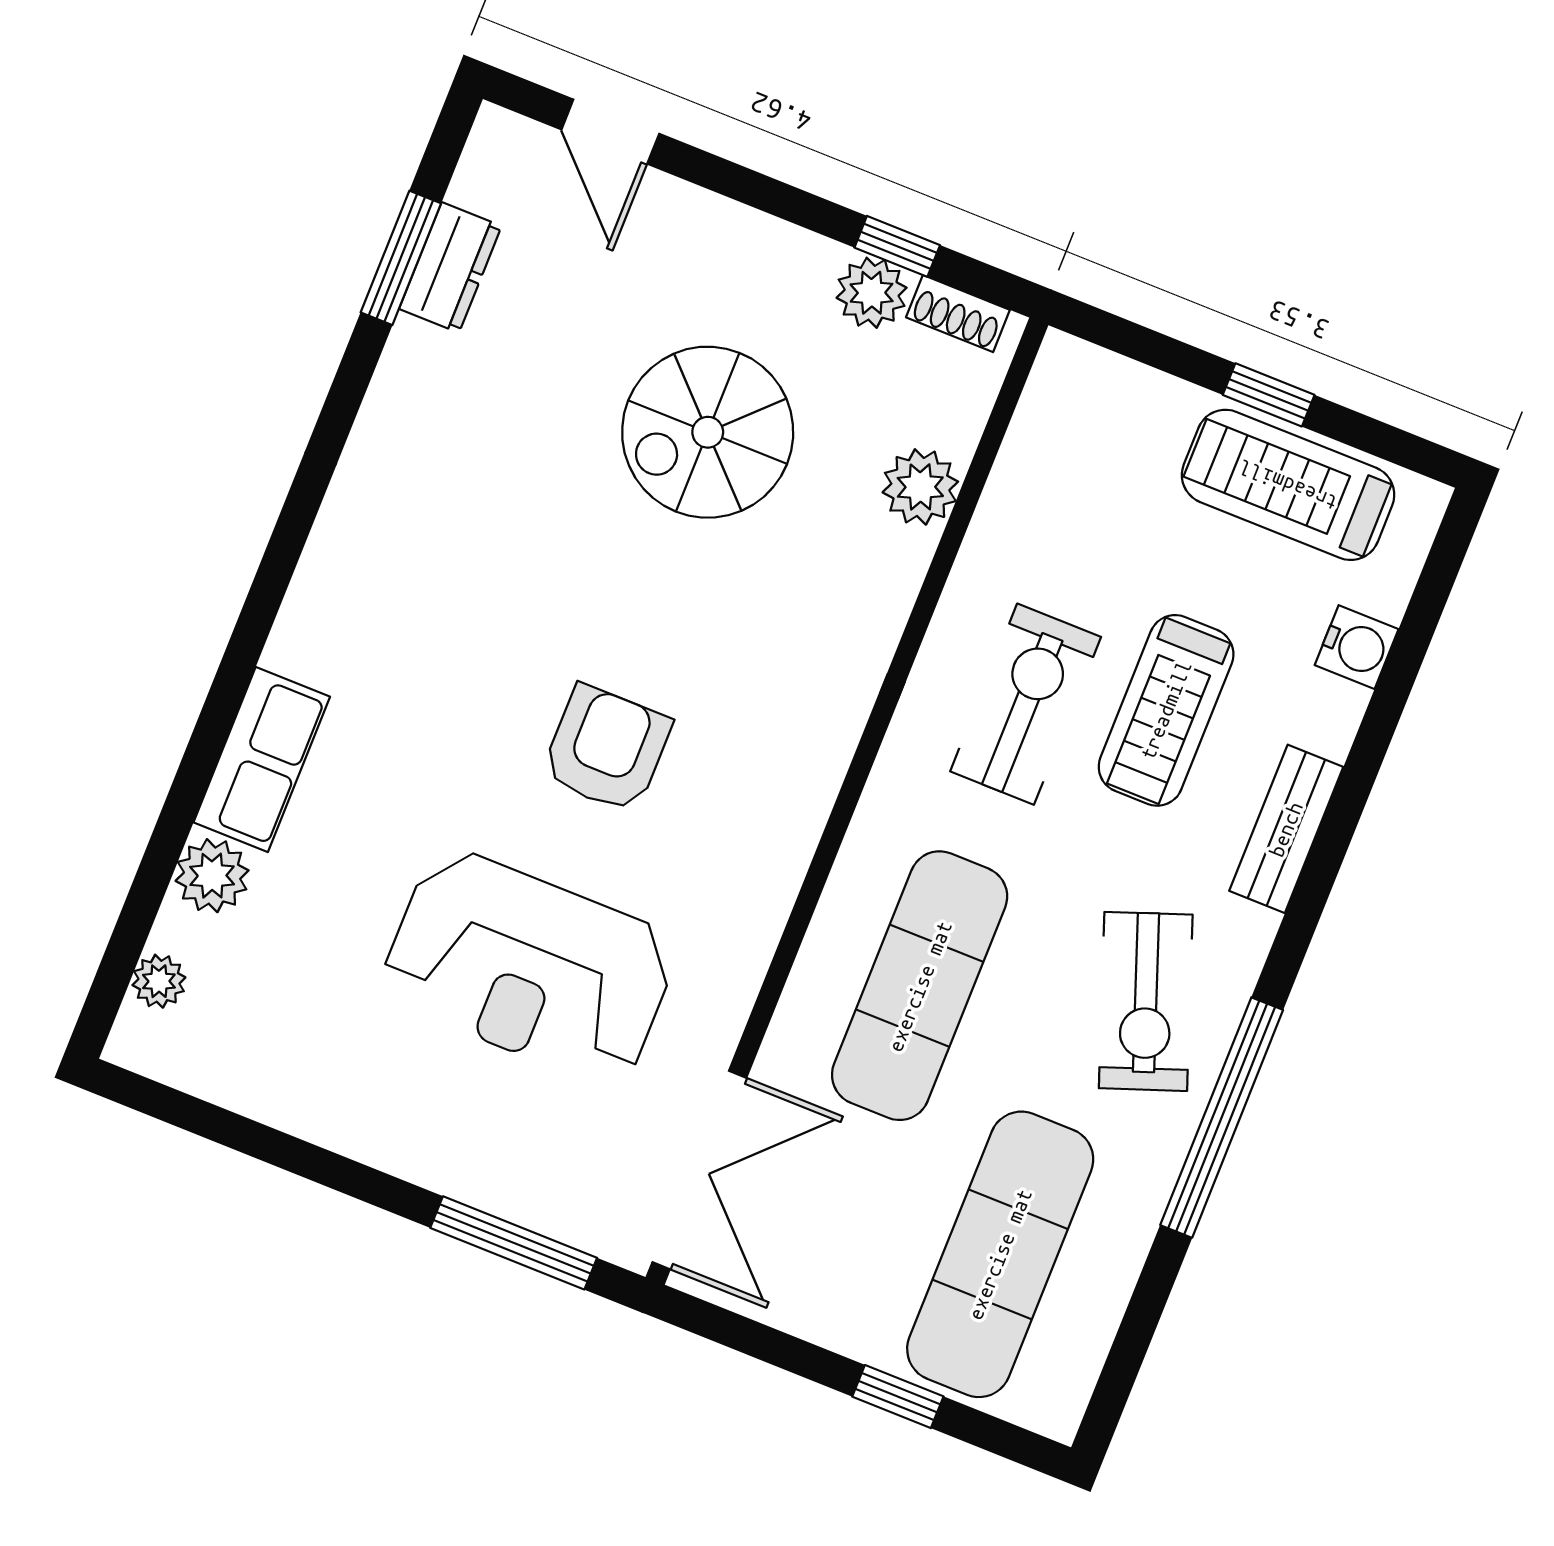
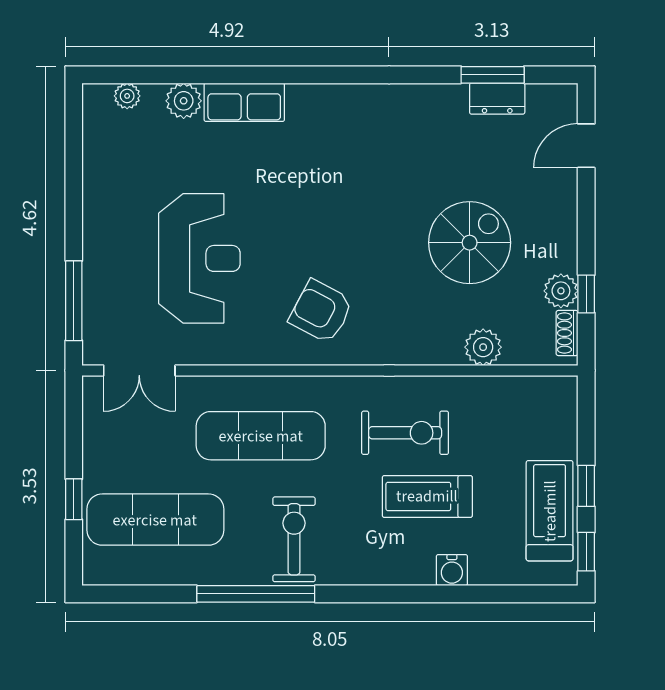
spiral stairs: (708, 432) -> (470, 243), turned 90
window: (1396, 446) -> (586, 552), added
water cooler: (1357, 647) -> (452, 570), moved
armchair: (607, 749) -> (321, 311), moved, turned -152
bench: (1286, 829) -> (396, 571), removed
reception desk: (529, 967) -> (199, 258), turned 180
exercise bike: (1146, 1001) -> (294, 539), turned 110
double door: (699, 1170) -> (139, 370), width x0.73

